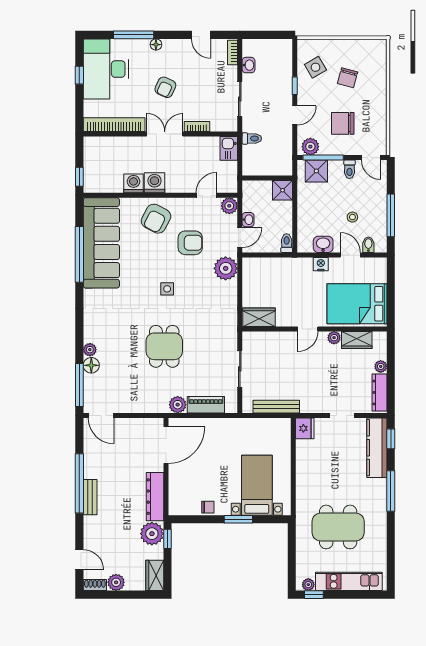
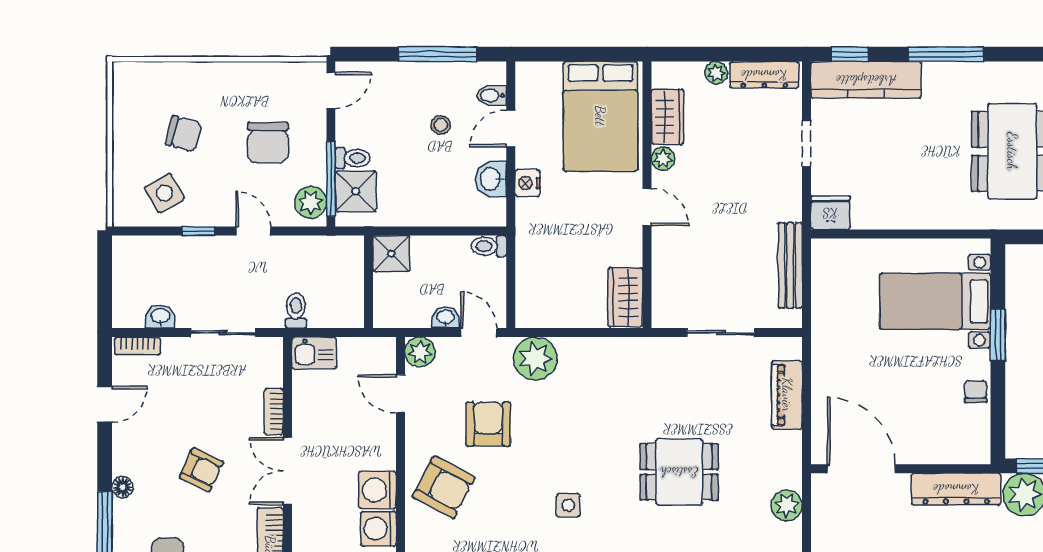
toilet: (349, 169) -> (352, 158), moved
side table: (167, 289) -> (568, 505), moved
plant: (178, 405) -> (787, 506), moved

